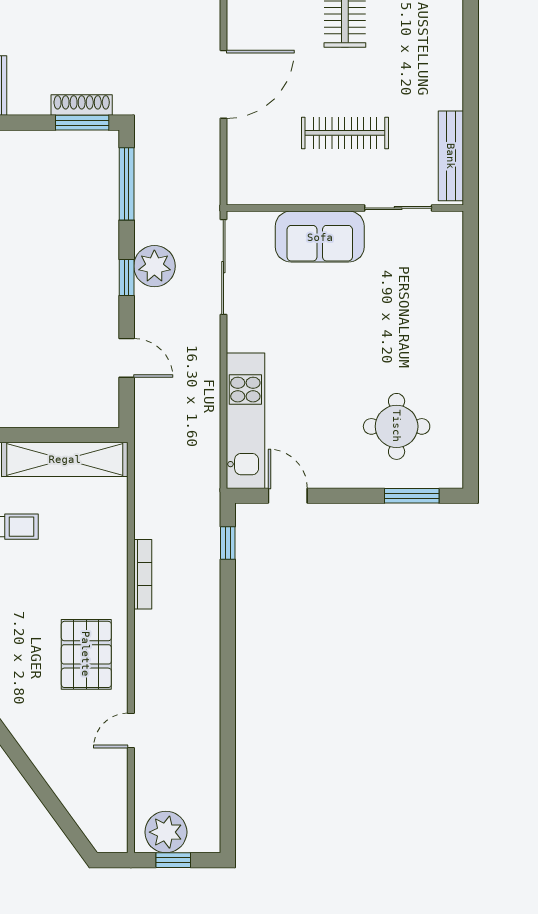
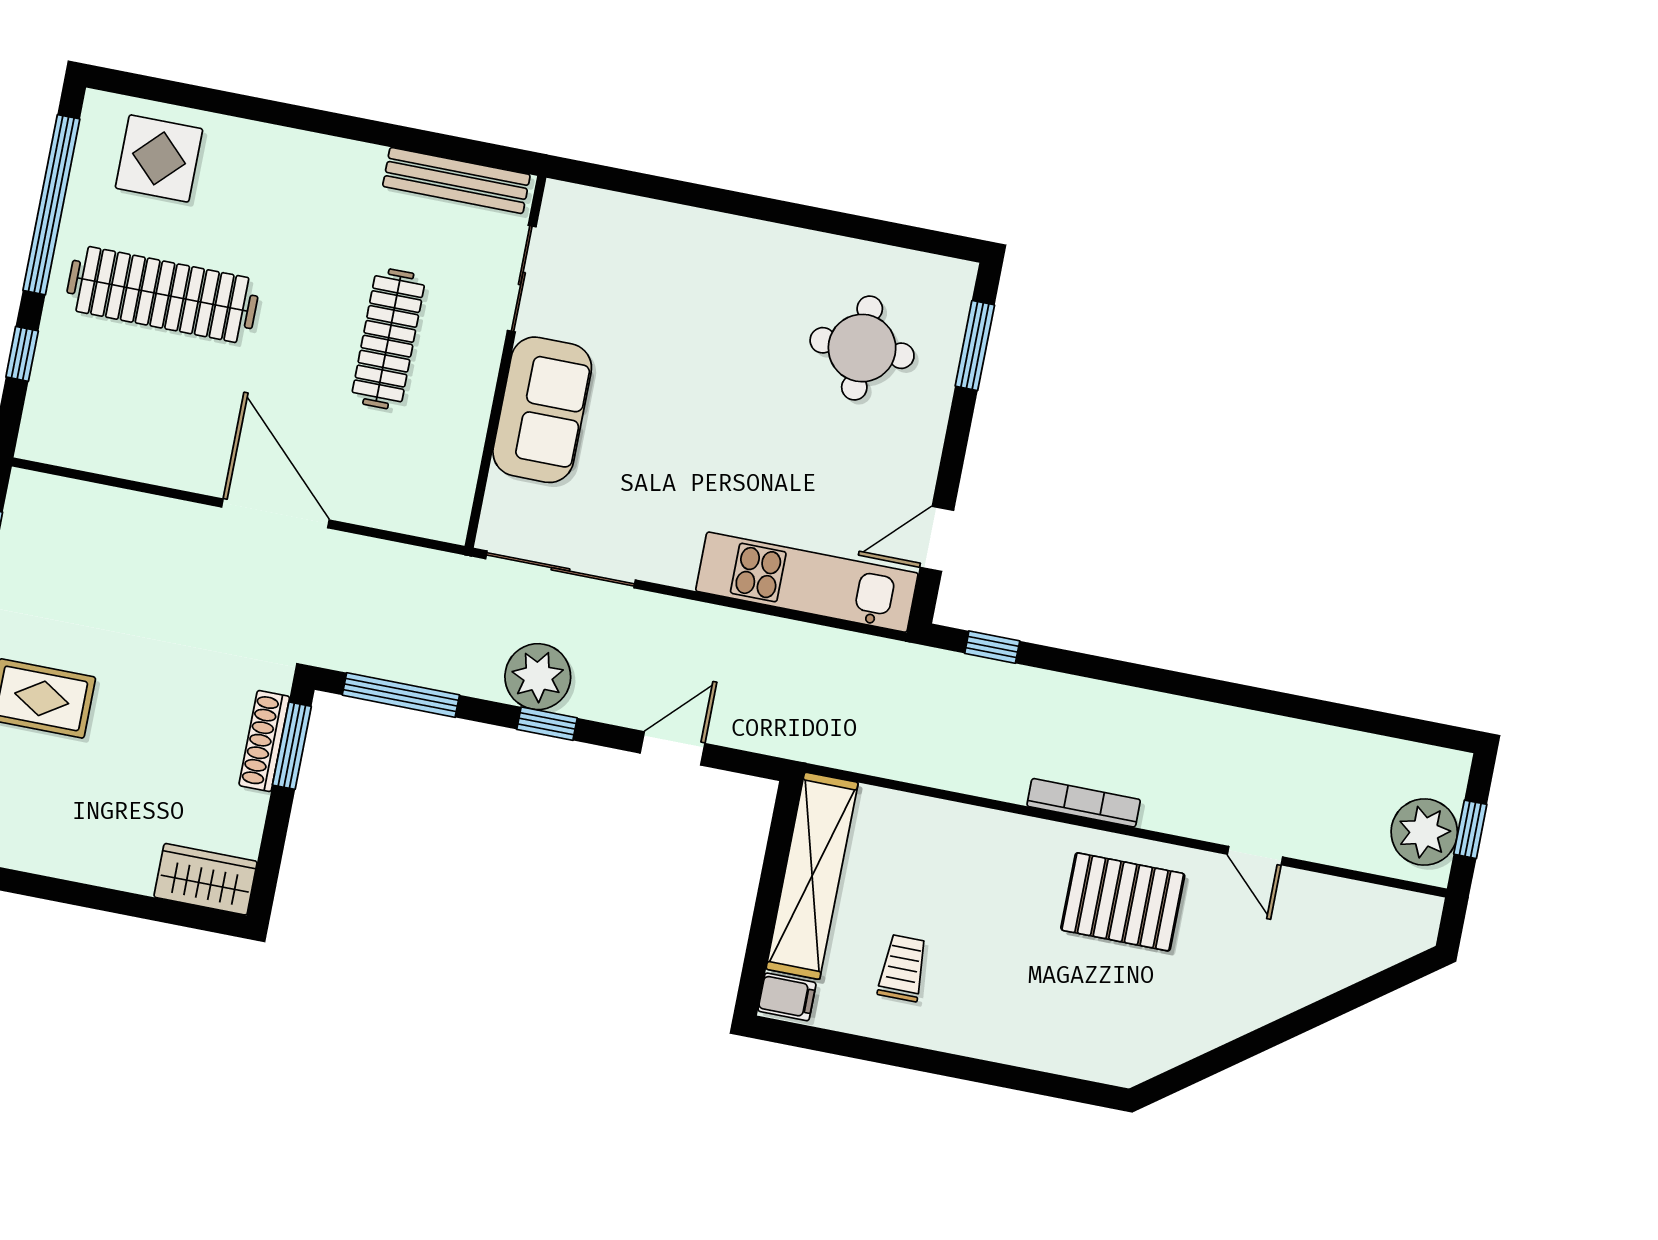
bookcase: (143, 574) -> (1084, 803), moved

